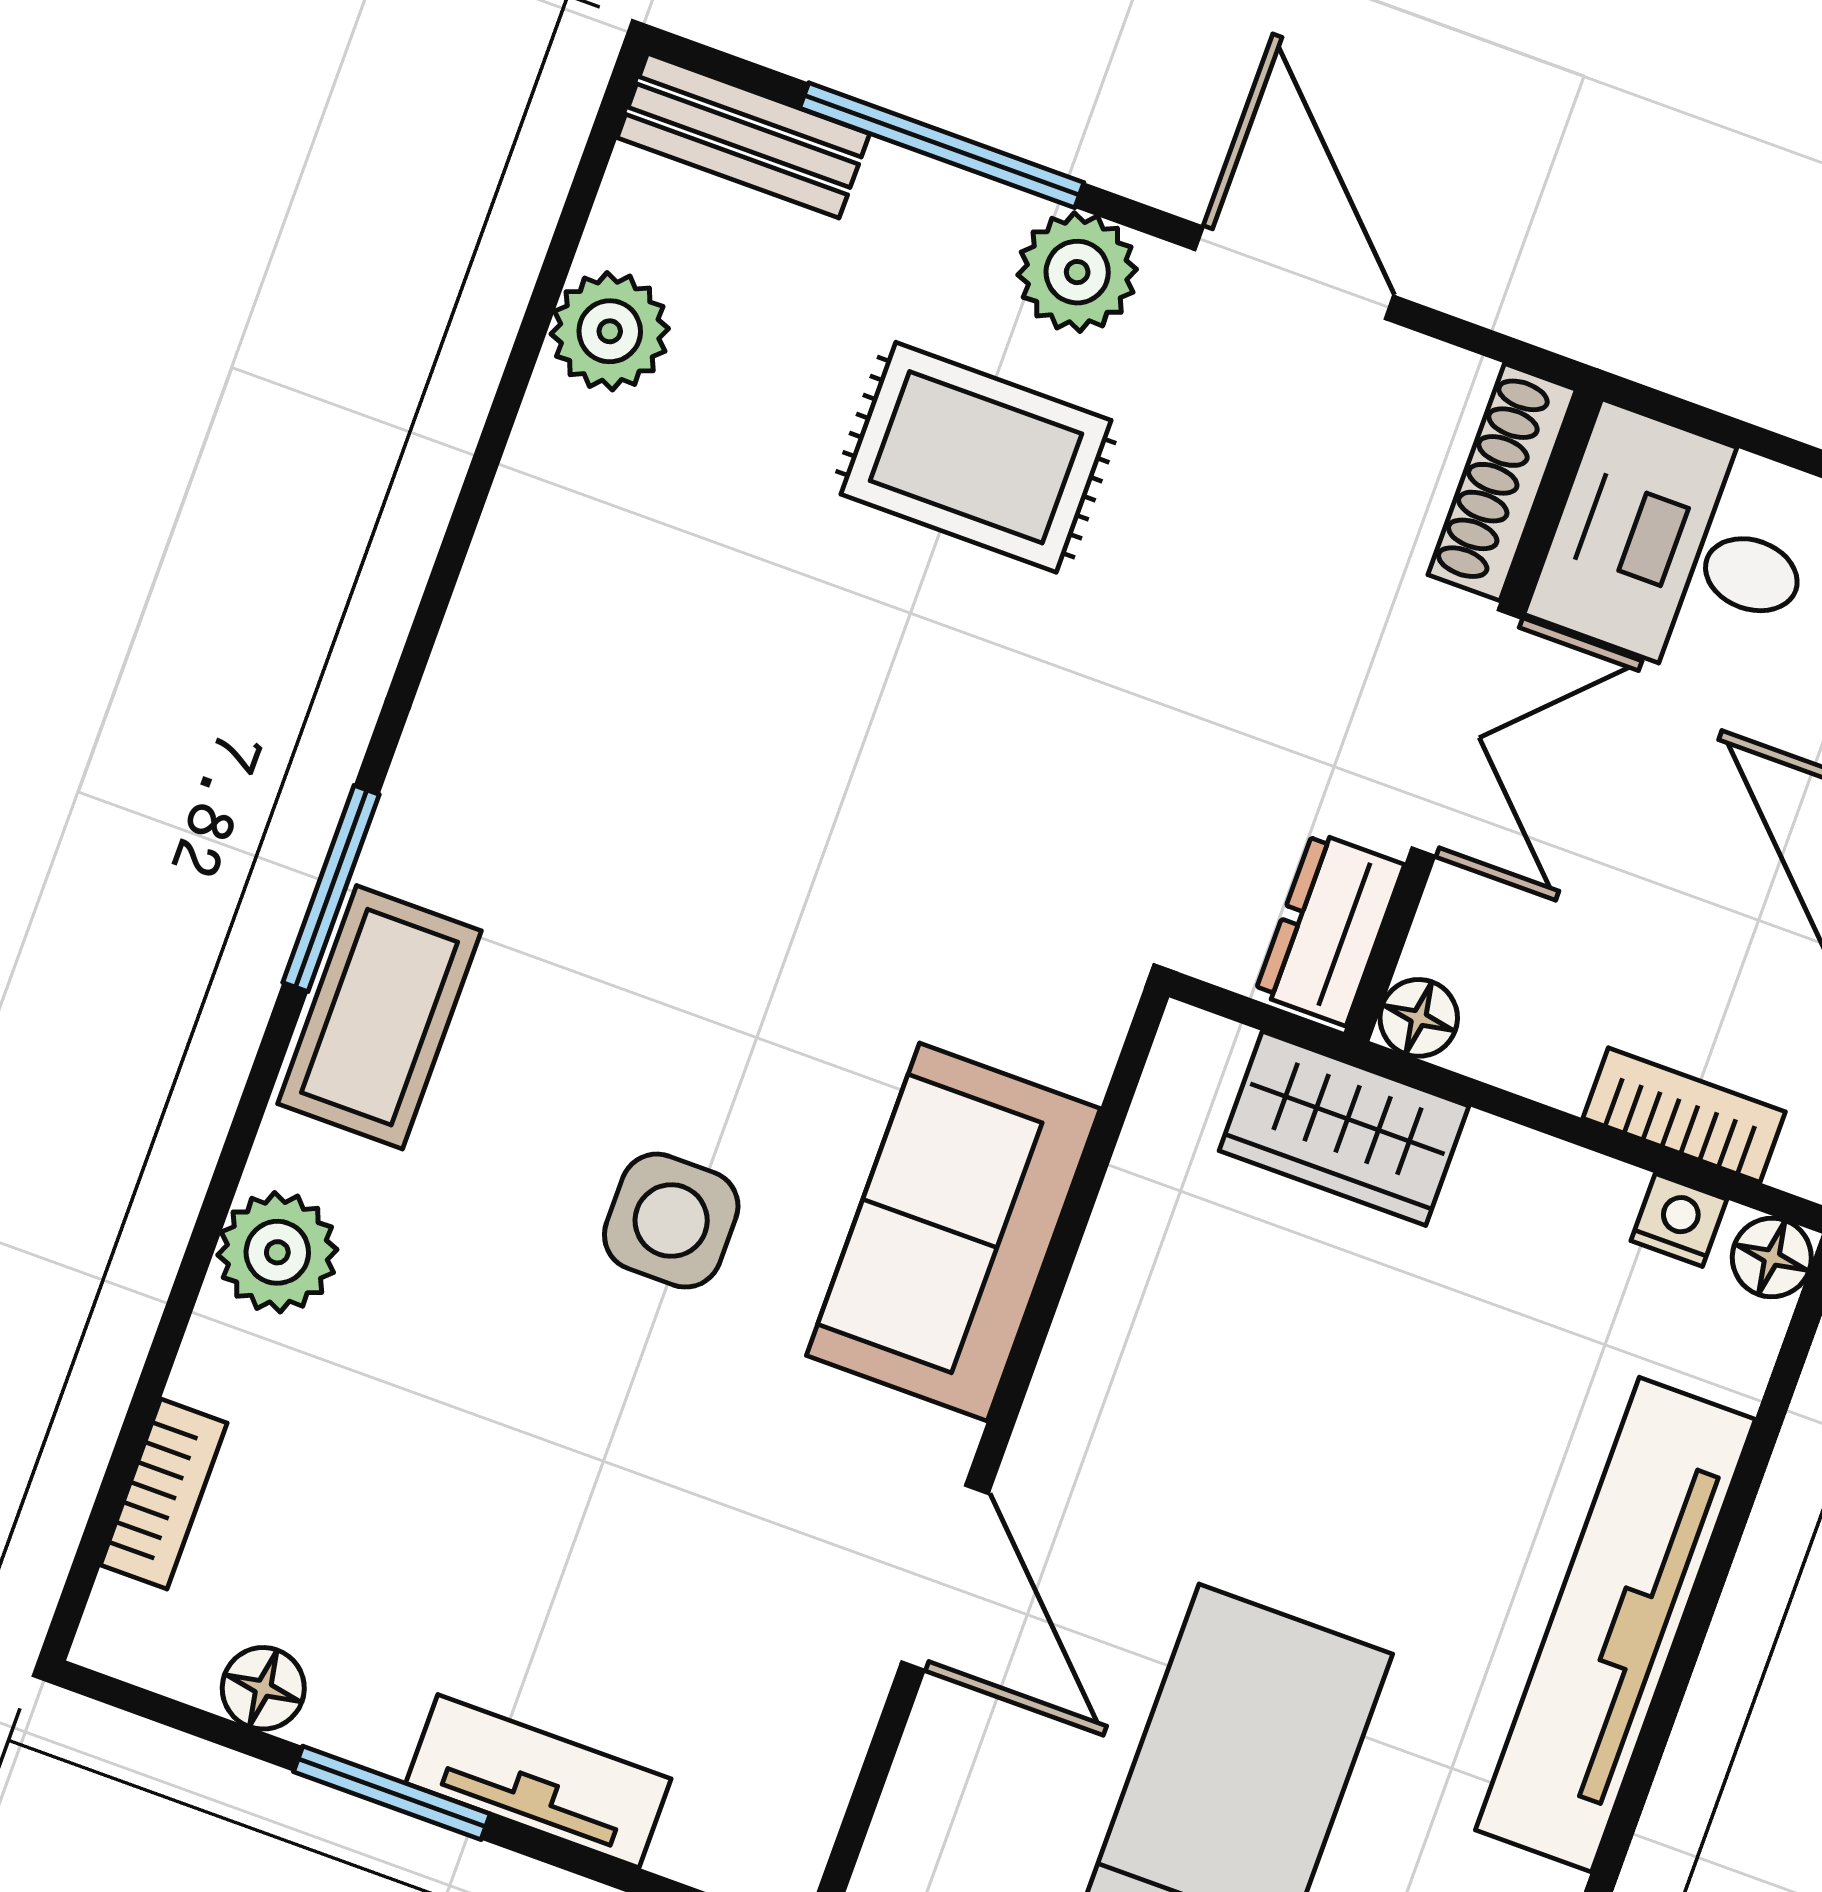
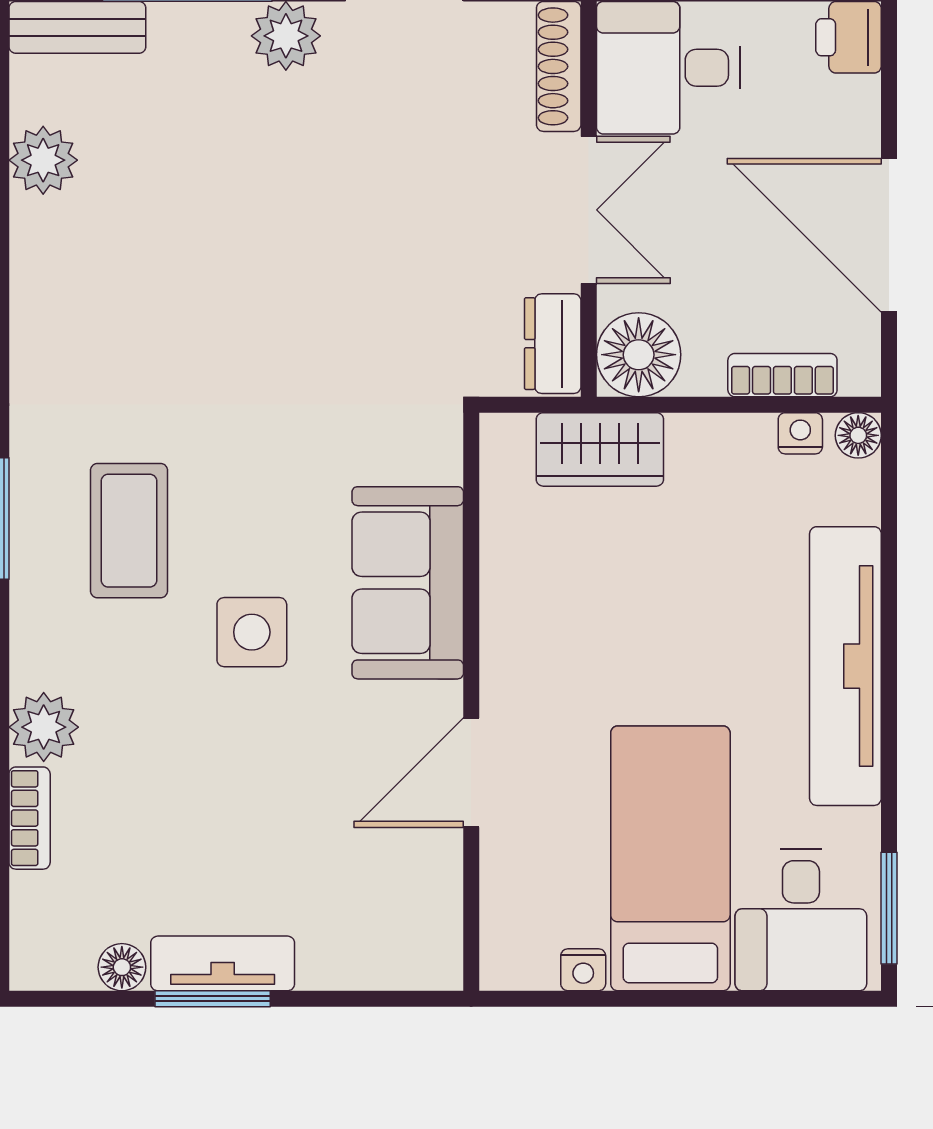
rug: (976, 457) -> (267, 157), removed
coffee table: (379, 1017) -> (129, 531), moved
floor lamp: (1419, 1018) -> (639, 355), width x1.89, depth x1.89
bookcase: (164, 1494) -> (30, 818), moved
door: (945, 1578) -> (471, 773), swing flipped
tv unit: (538, 1781) -> (223, 963), moved

